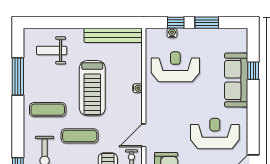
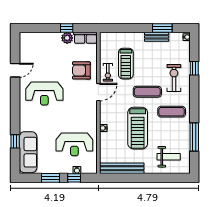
sofa: (236, 80) -> (28, 152), moved
treadmill: (92, 88) -> (138, 128), turned 180

